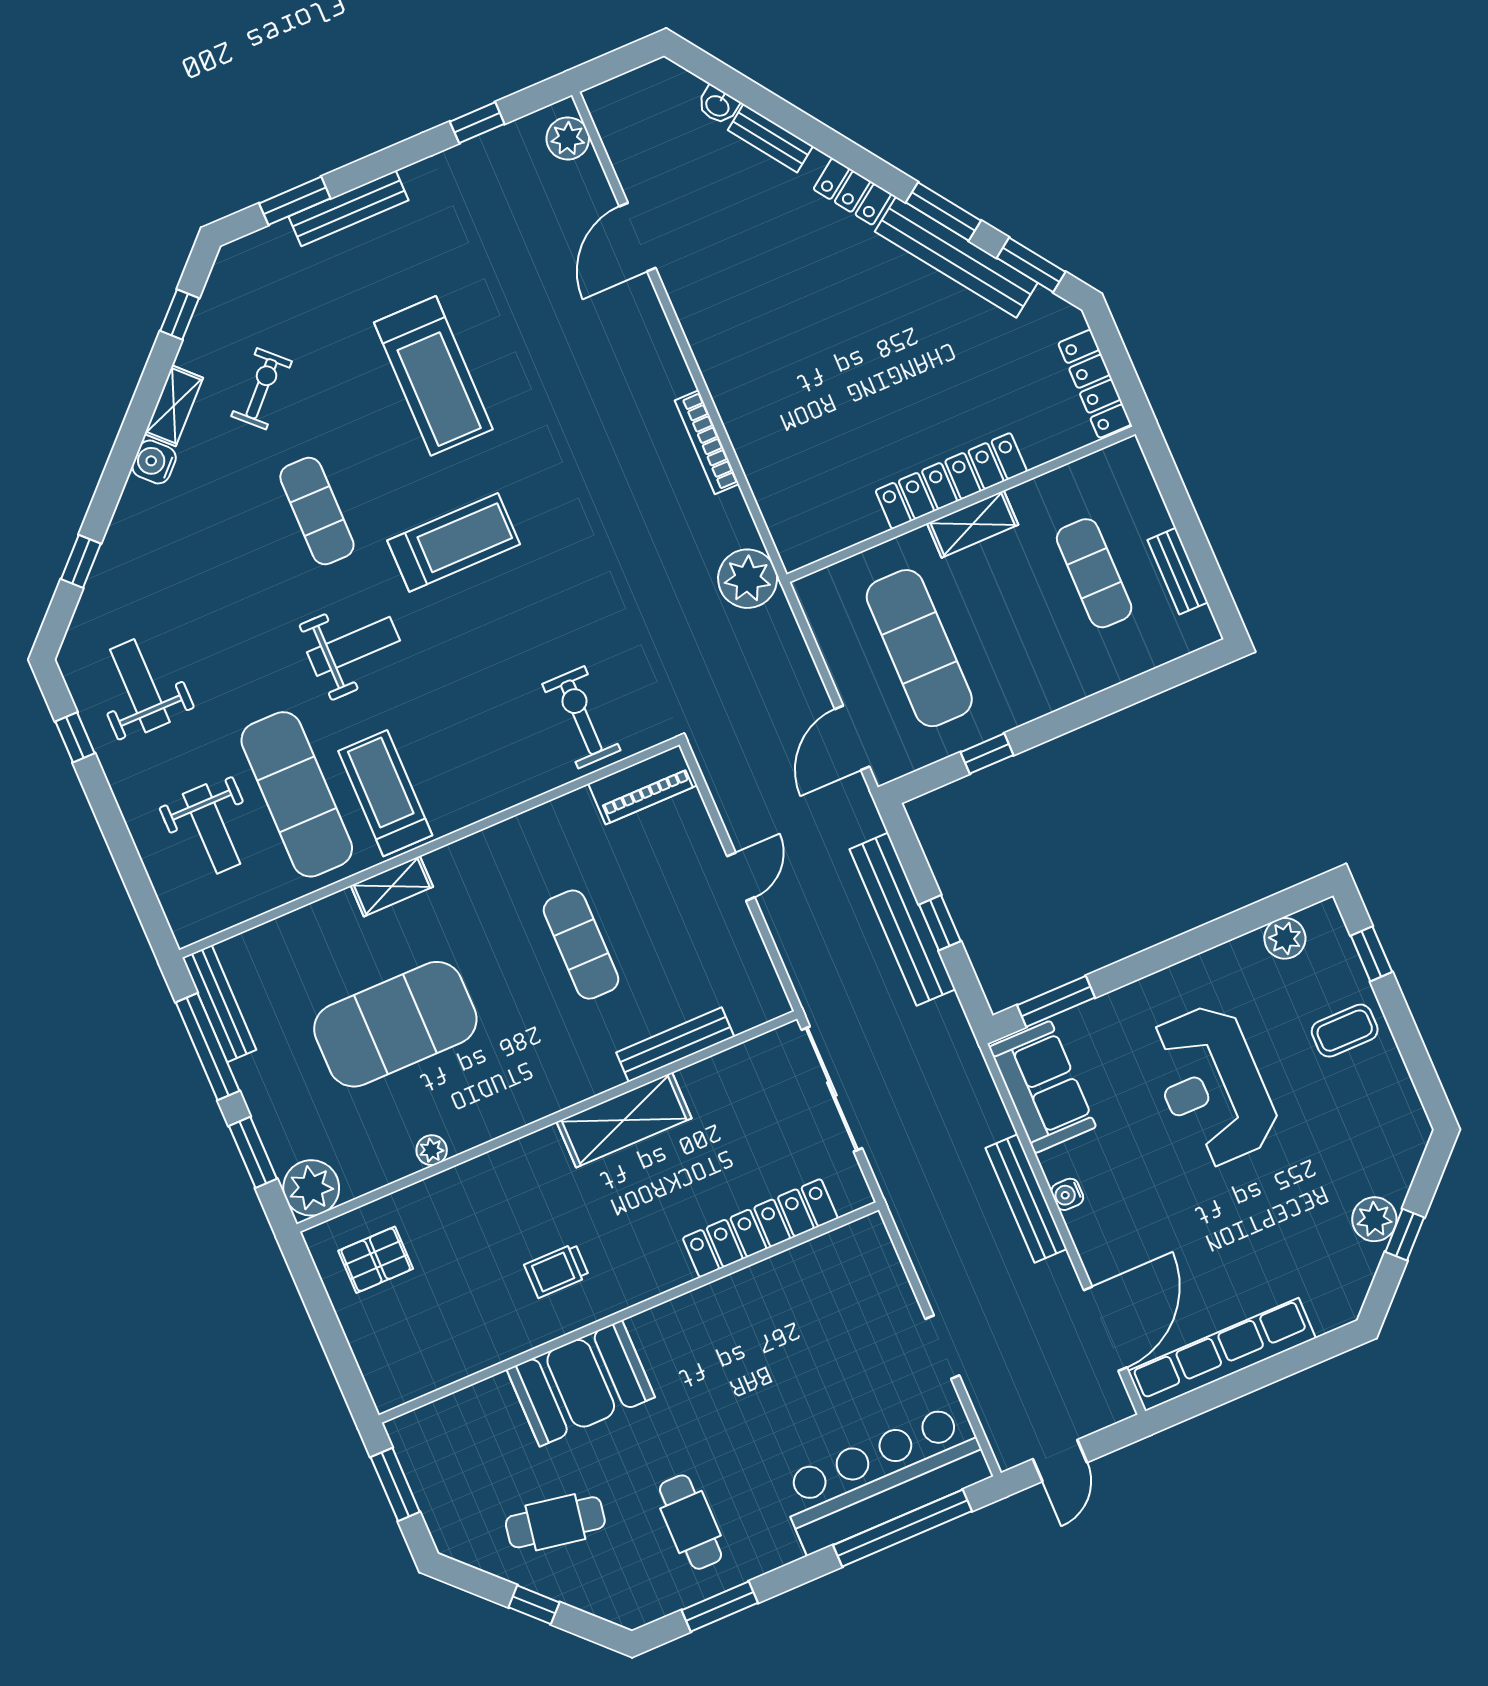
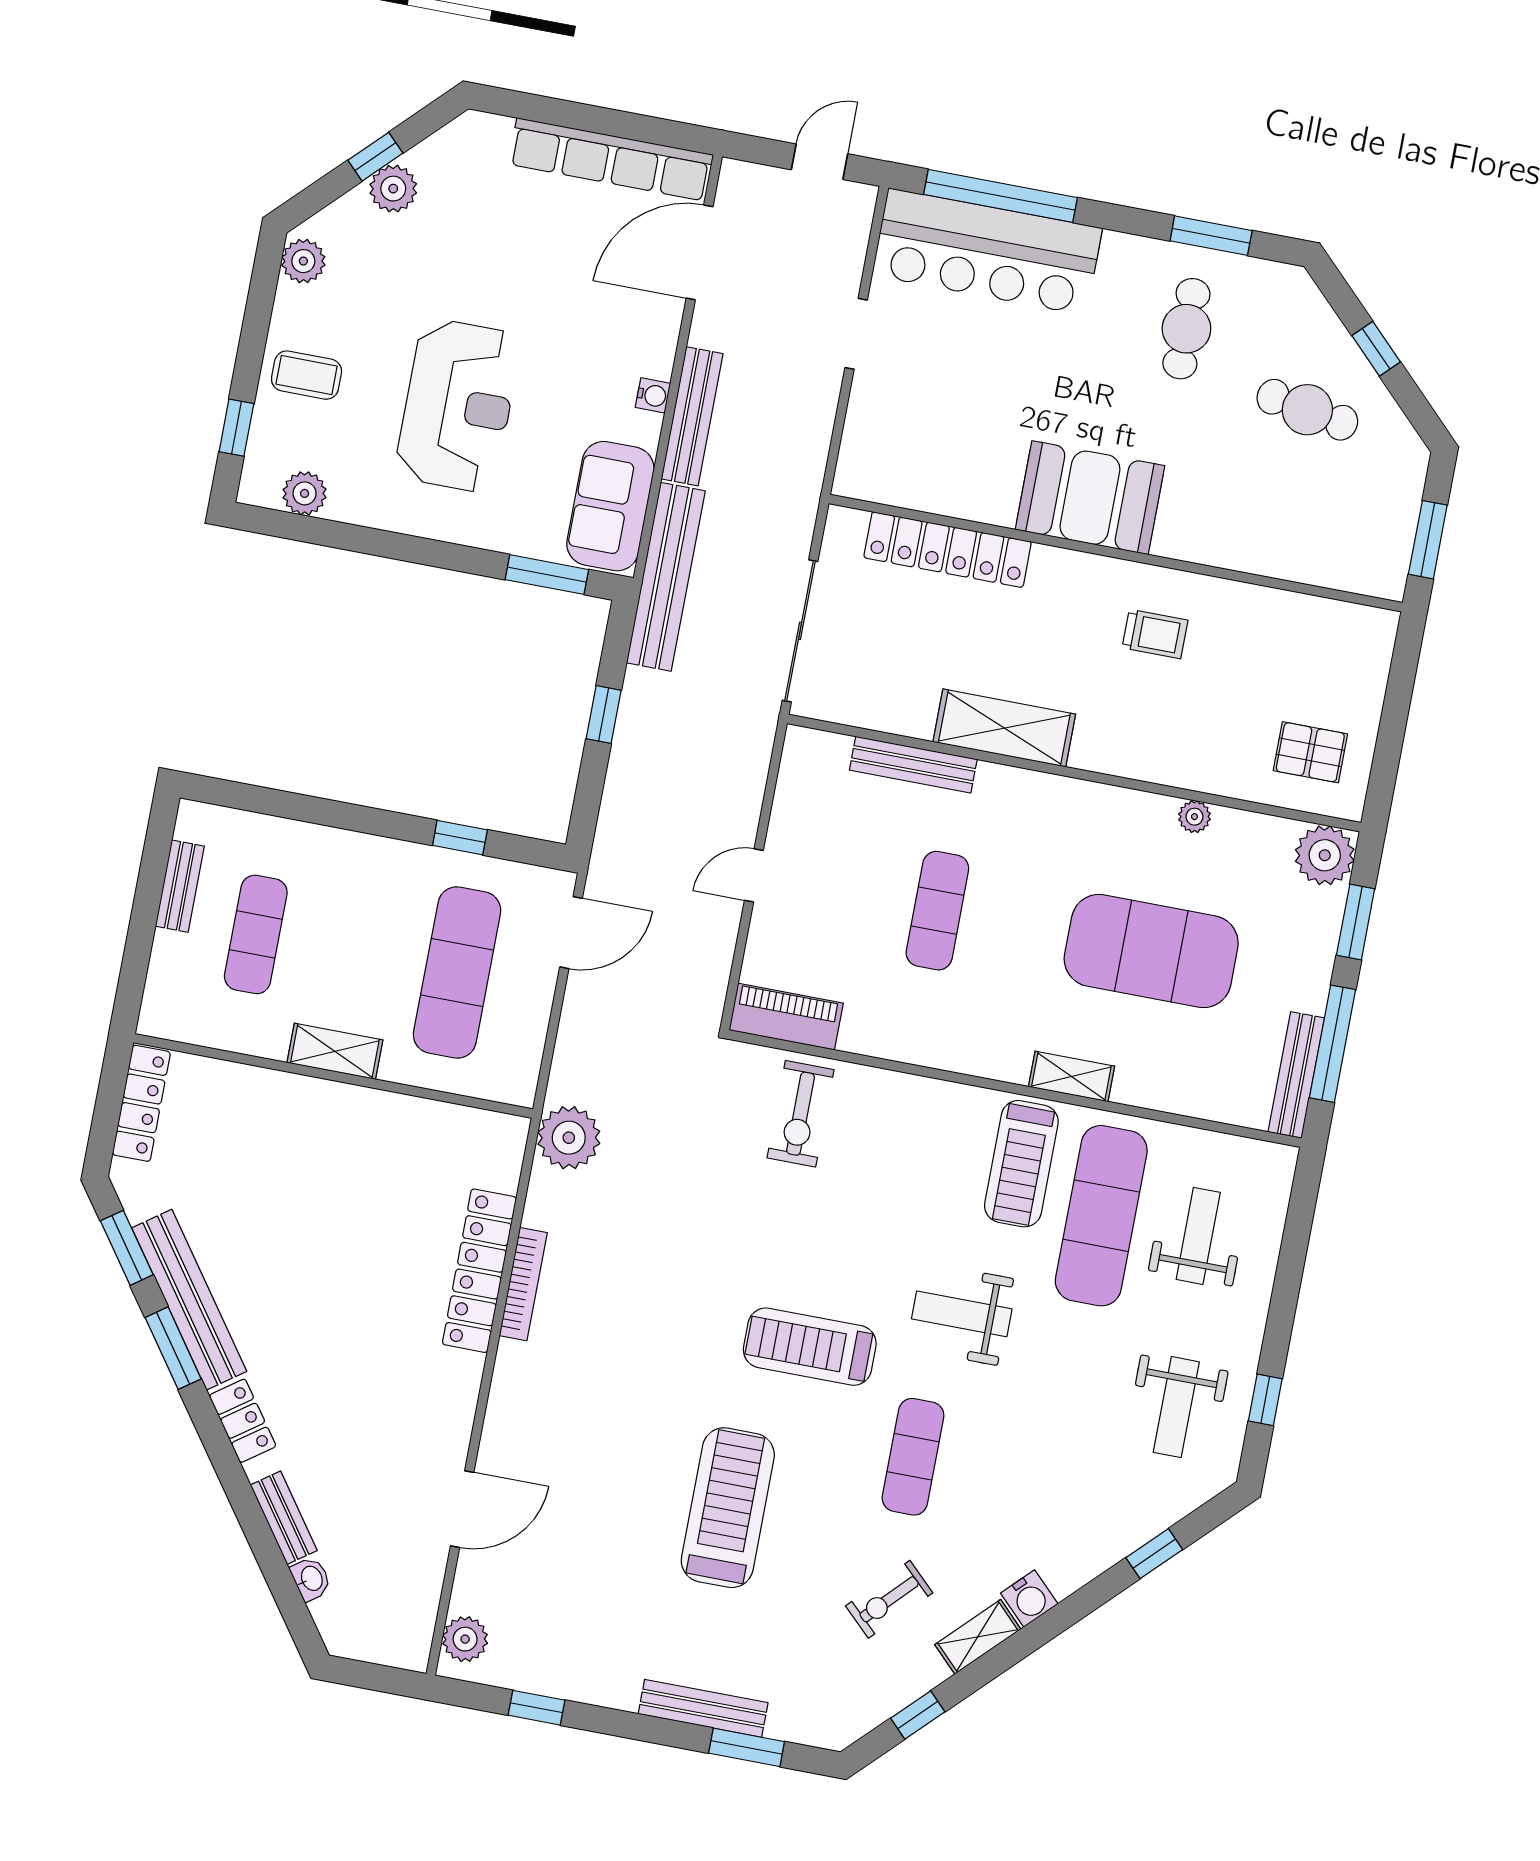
locker: (951, 481) -> (479, 1271), moved, turned 90
bench: (902, 919) -> (666, 577), moved
plant: (1406, 1117) -> (303, 261), added
booth: (581, 1383) -> (1090, 498), moved

